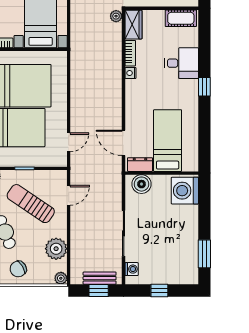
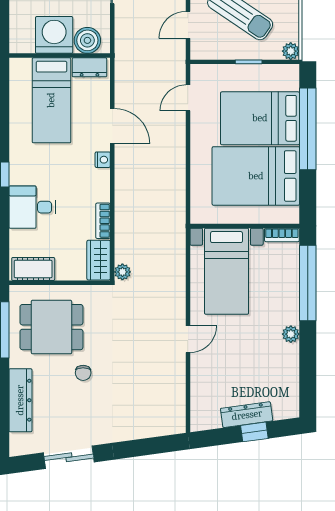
nightstand: (130, 73) -> (103, 160), moved
door: (124, 143) -> (112, 126), moved
washing machine: (185, 191) -> (54, 35), moved, turned -90

